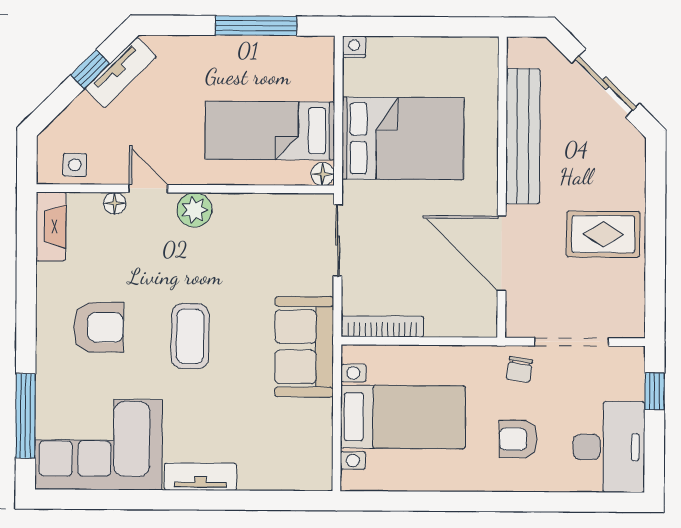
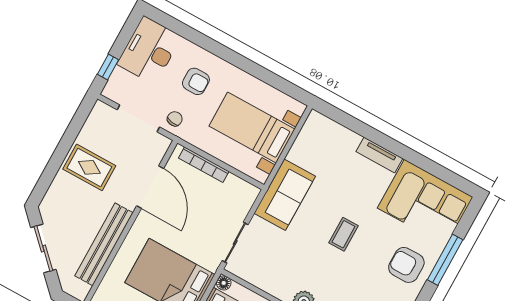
bookcase: (382, 326) -> (204, 165), moved
armchair: (98, 327) -> (406, 265), moved
coffee table: (190, 336) -> (343, 234), width x0.73, depth x0.77
window: (26, 416) -> (445, 260), moved

